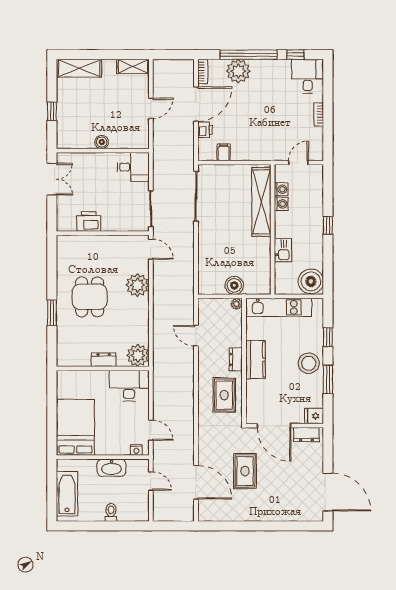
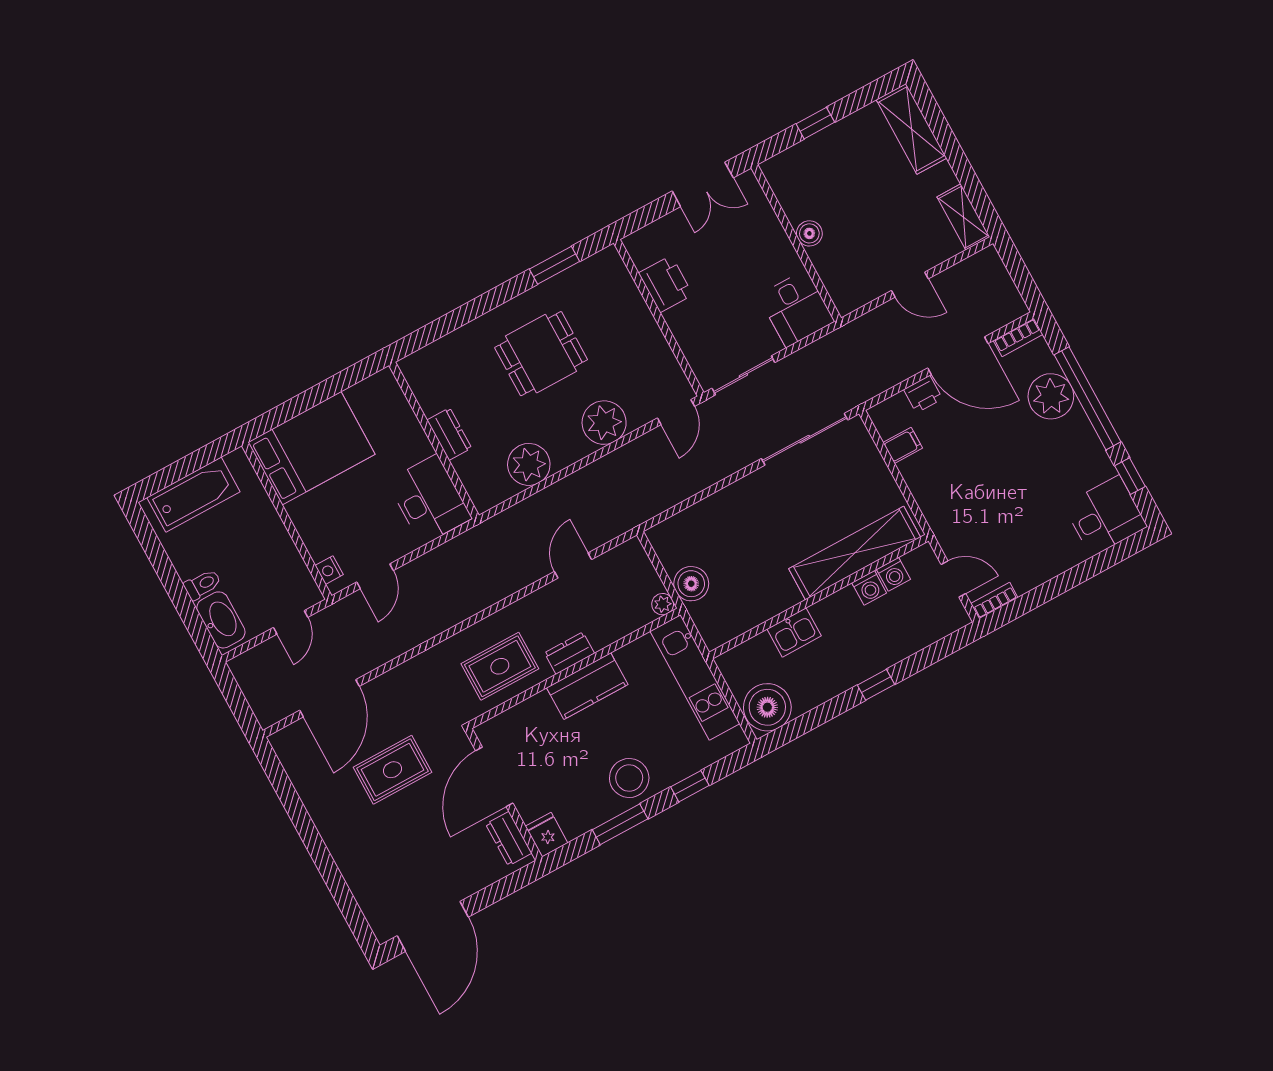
bookcase: (319, 115) -> (994, 600), moved
window: (52, 313) -> (555, 265), moved
plant: (138, 356) -> (529, 464), moved
washbasin: (112, 468) -> (221, 620), moved, turned 180

